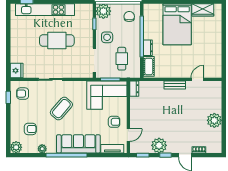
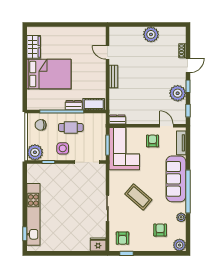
cafe table: (57, 40) -> (66, 202), removed
cafe table: (122, 59) -> (71, 127), moved

